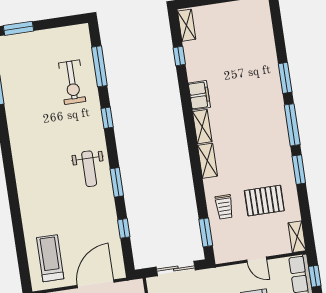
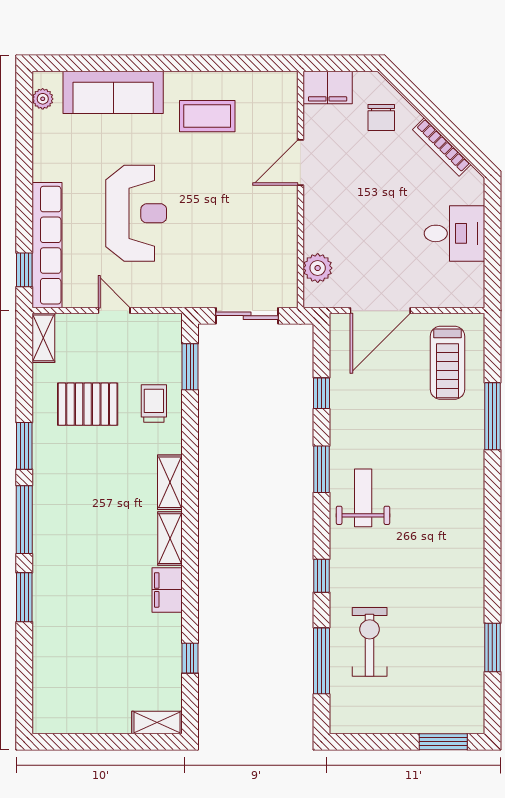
shelving: (187, 25) -> (157, 723), moved, turned 90
window: (18, 230) -> (492, 416), added

